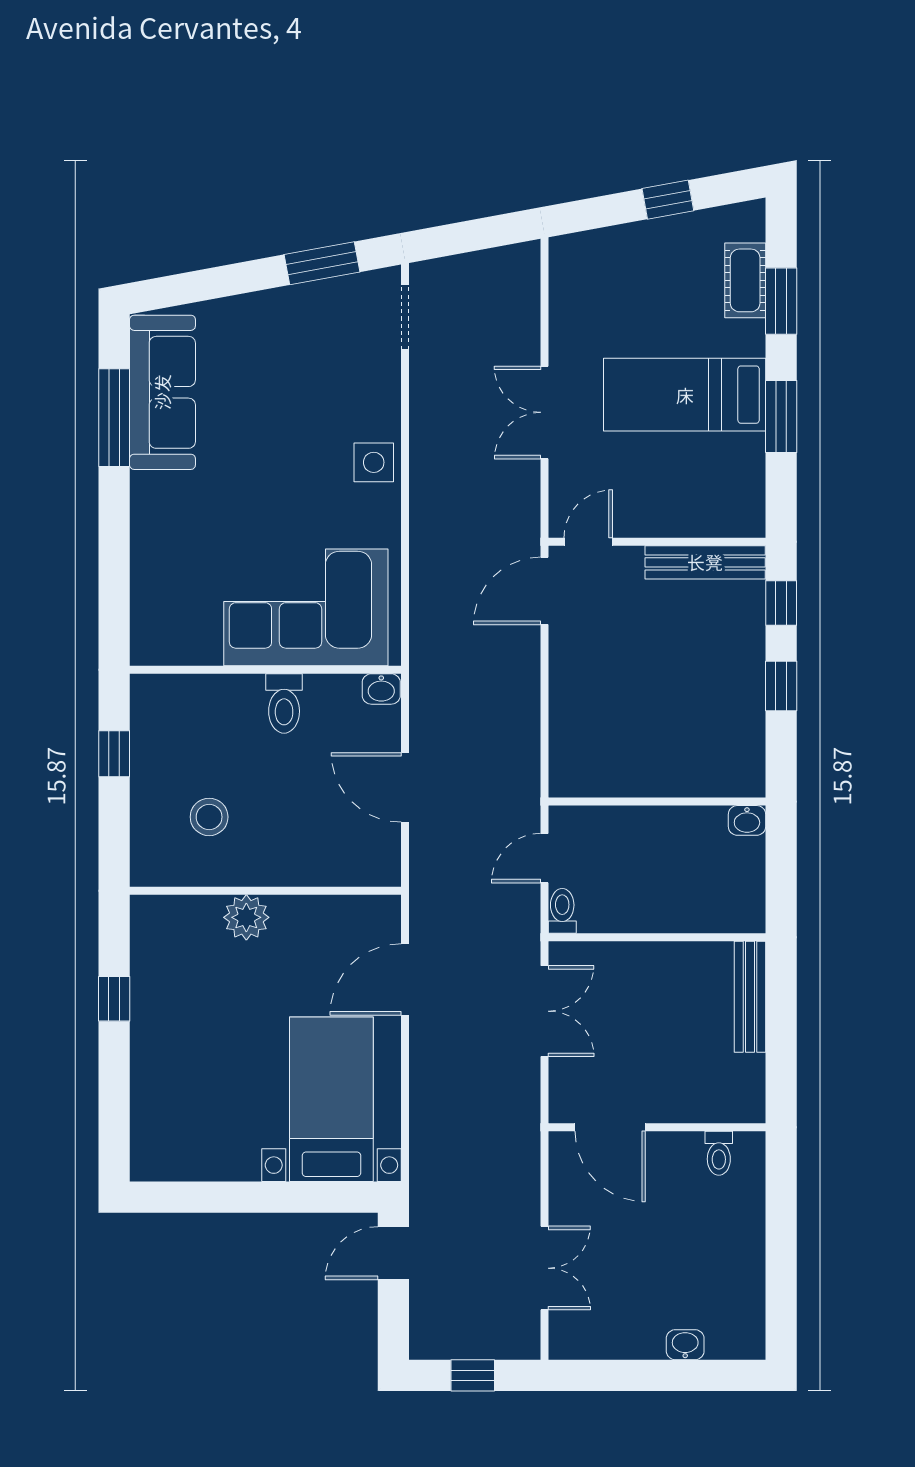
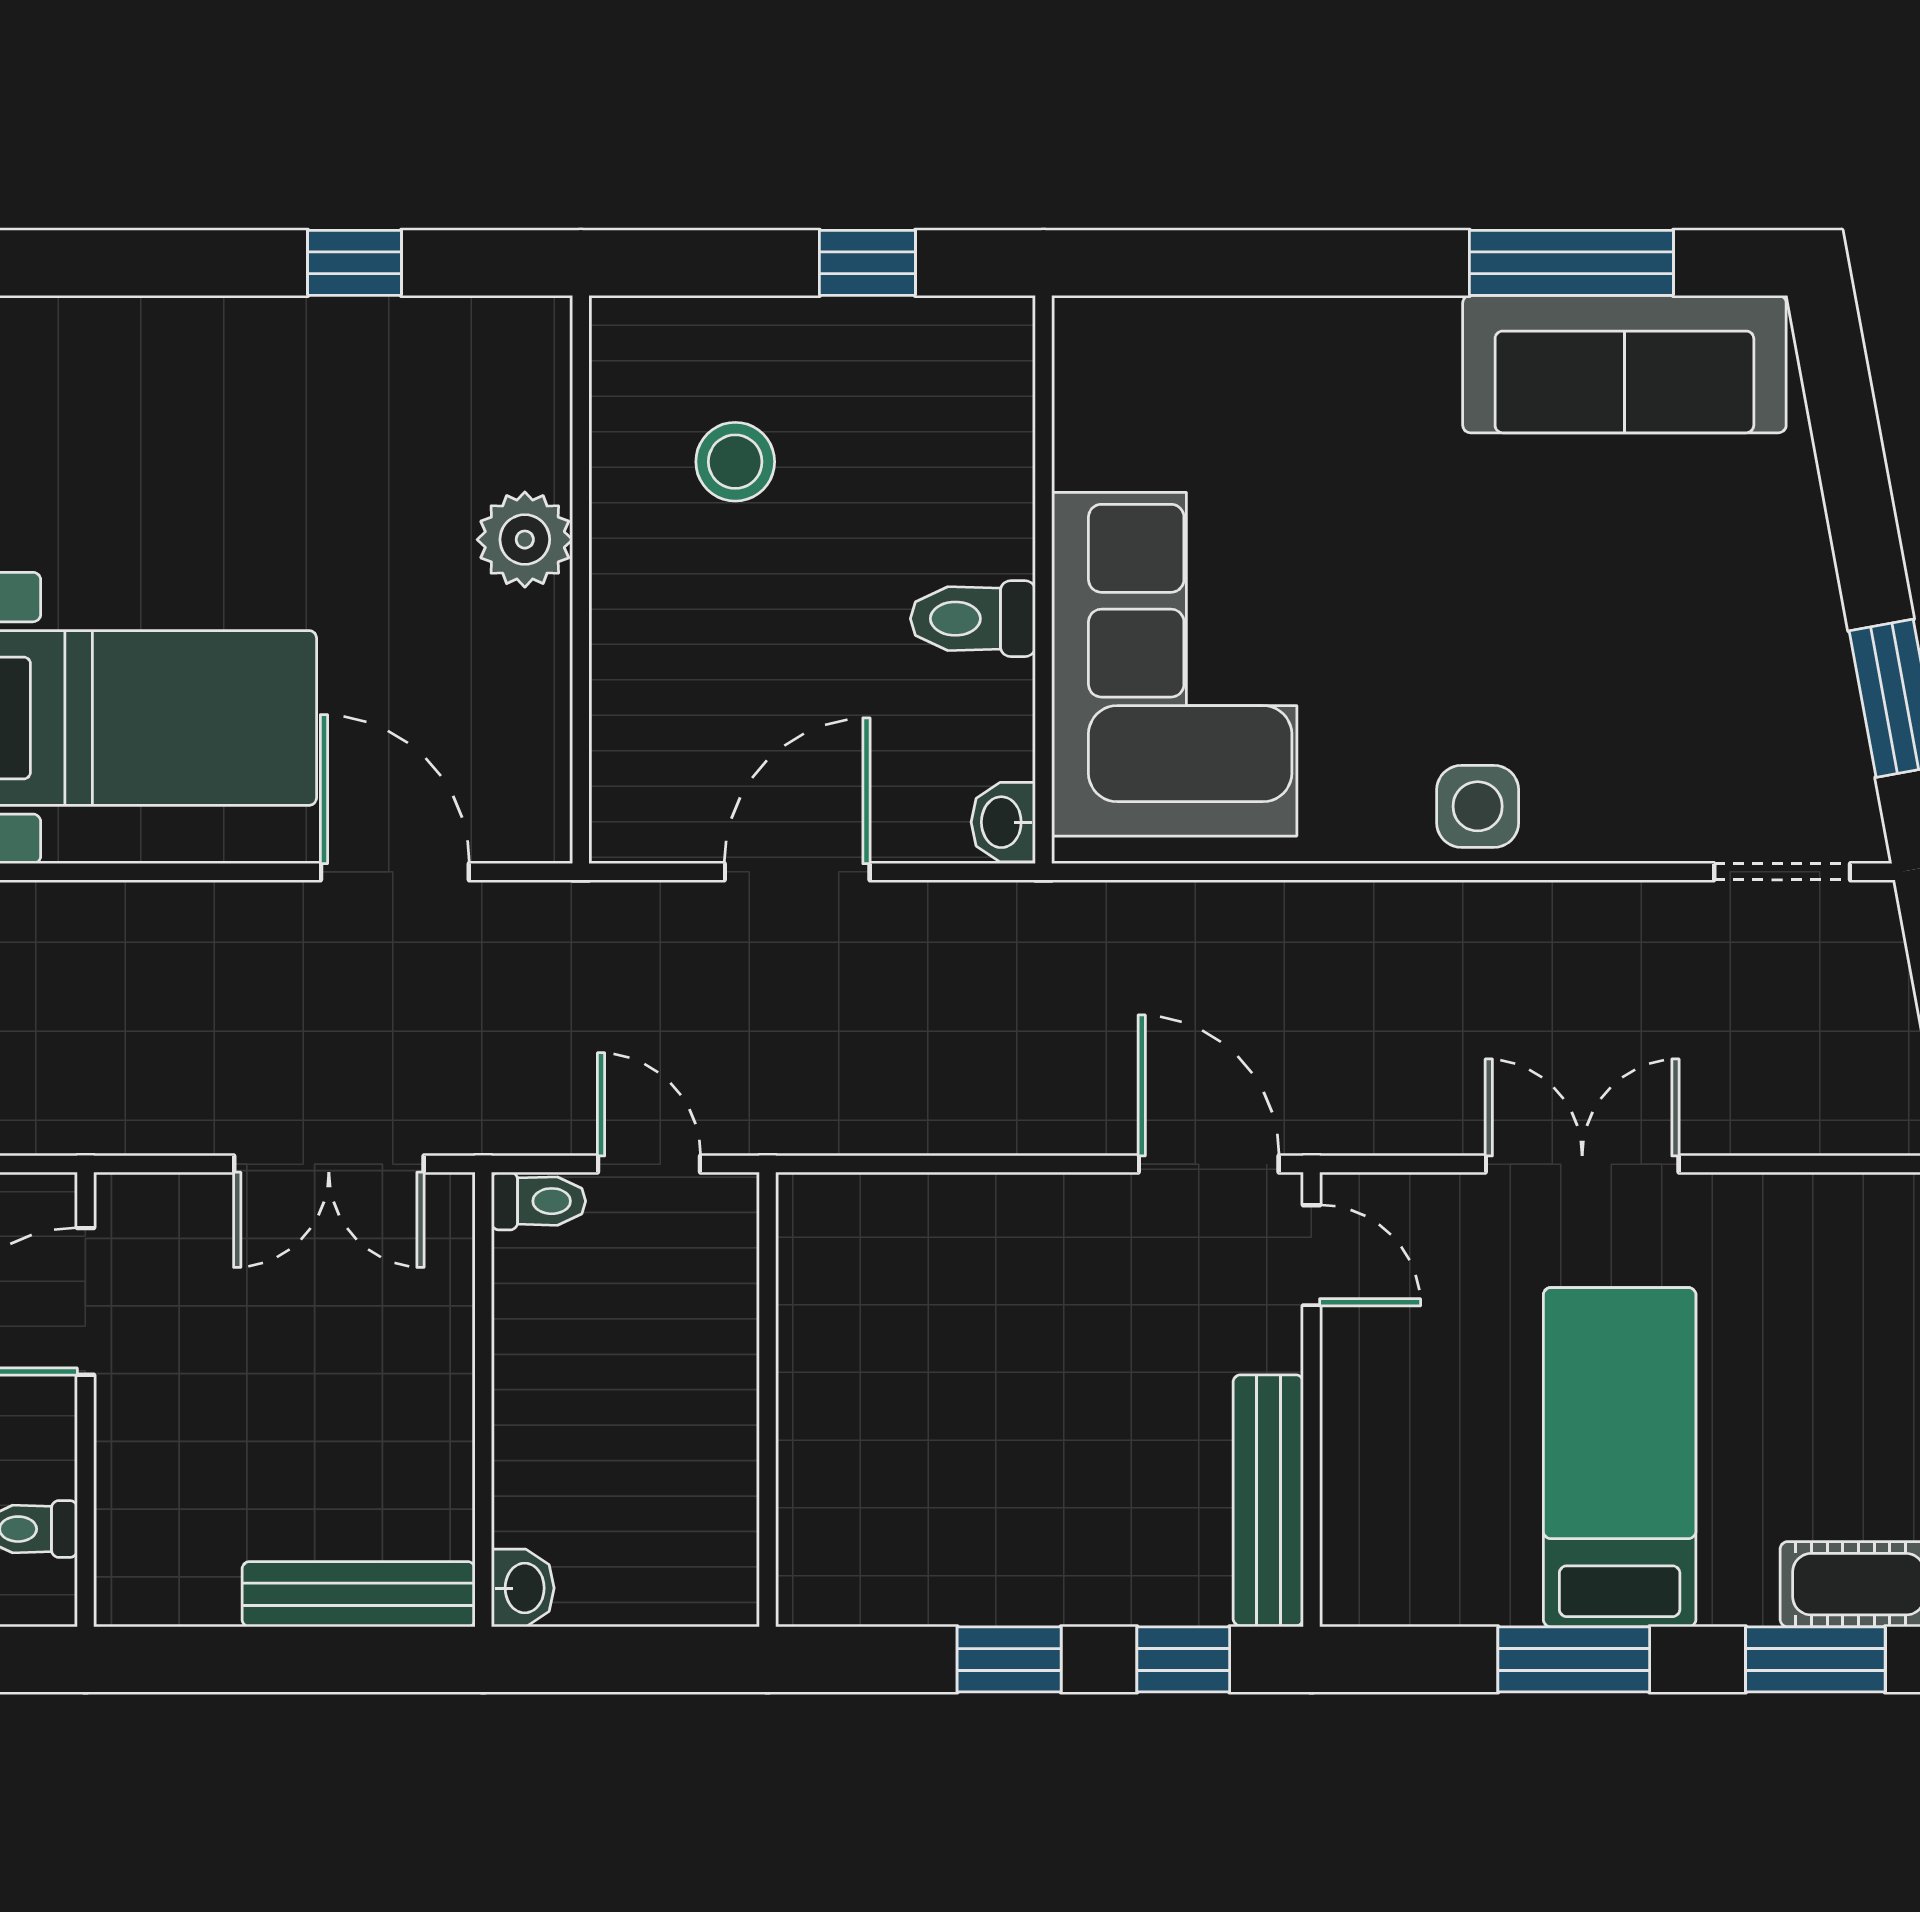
washbasin: (747, 820) -> (523, 1588), moved, turned 180

